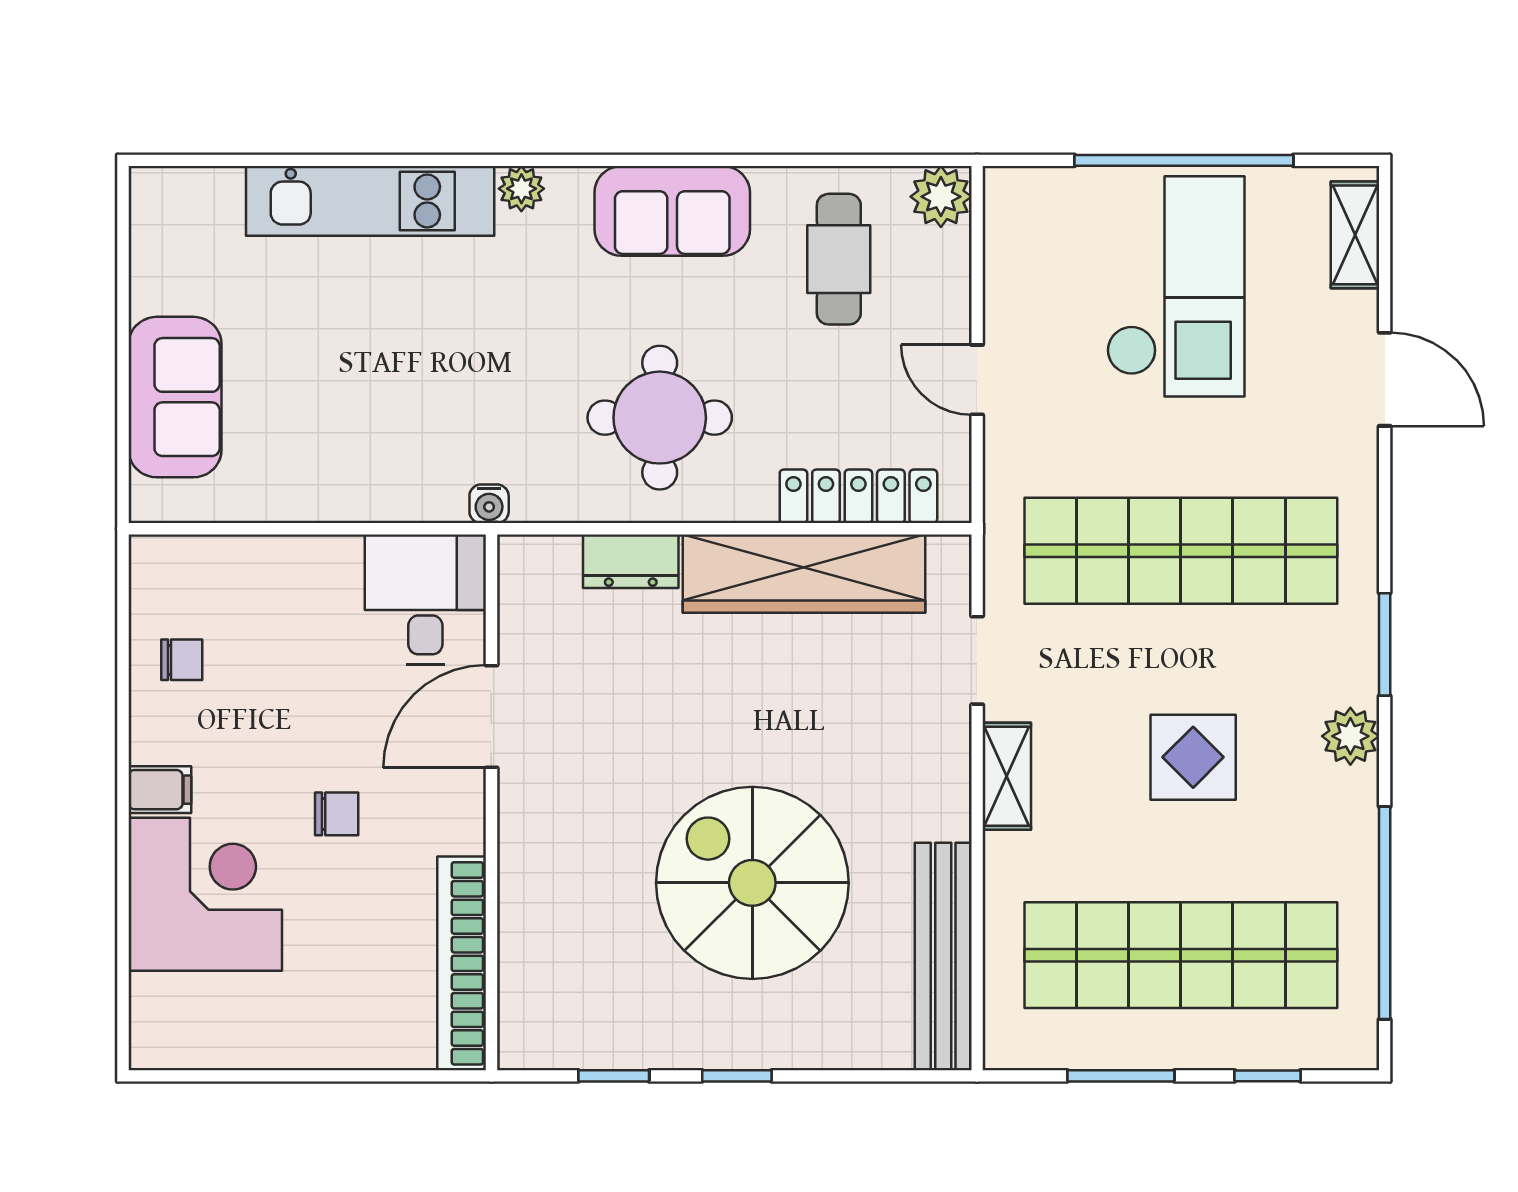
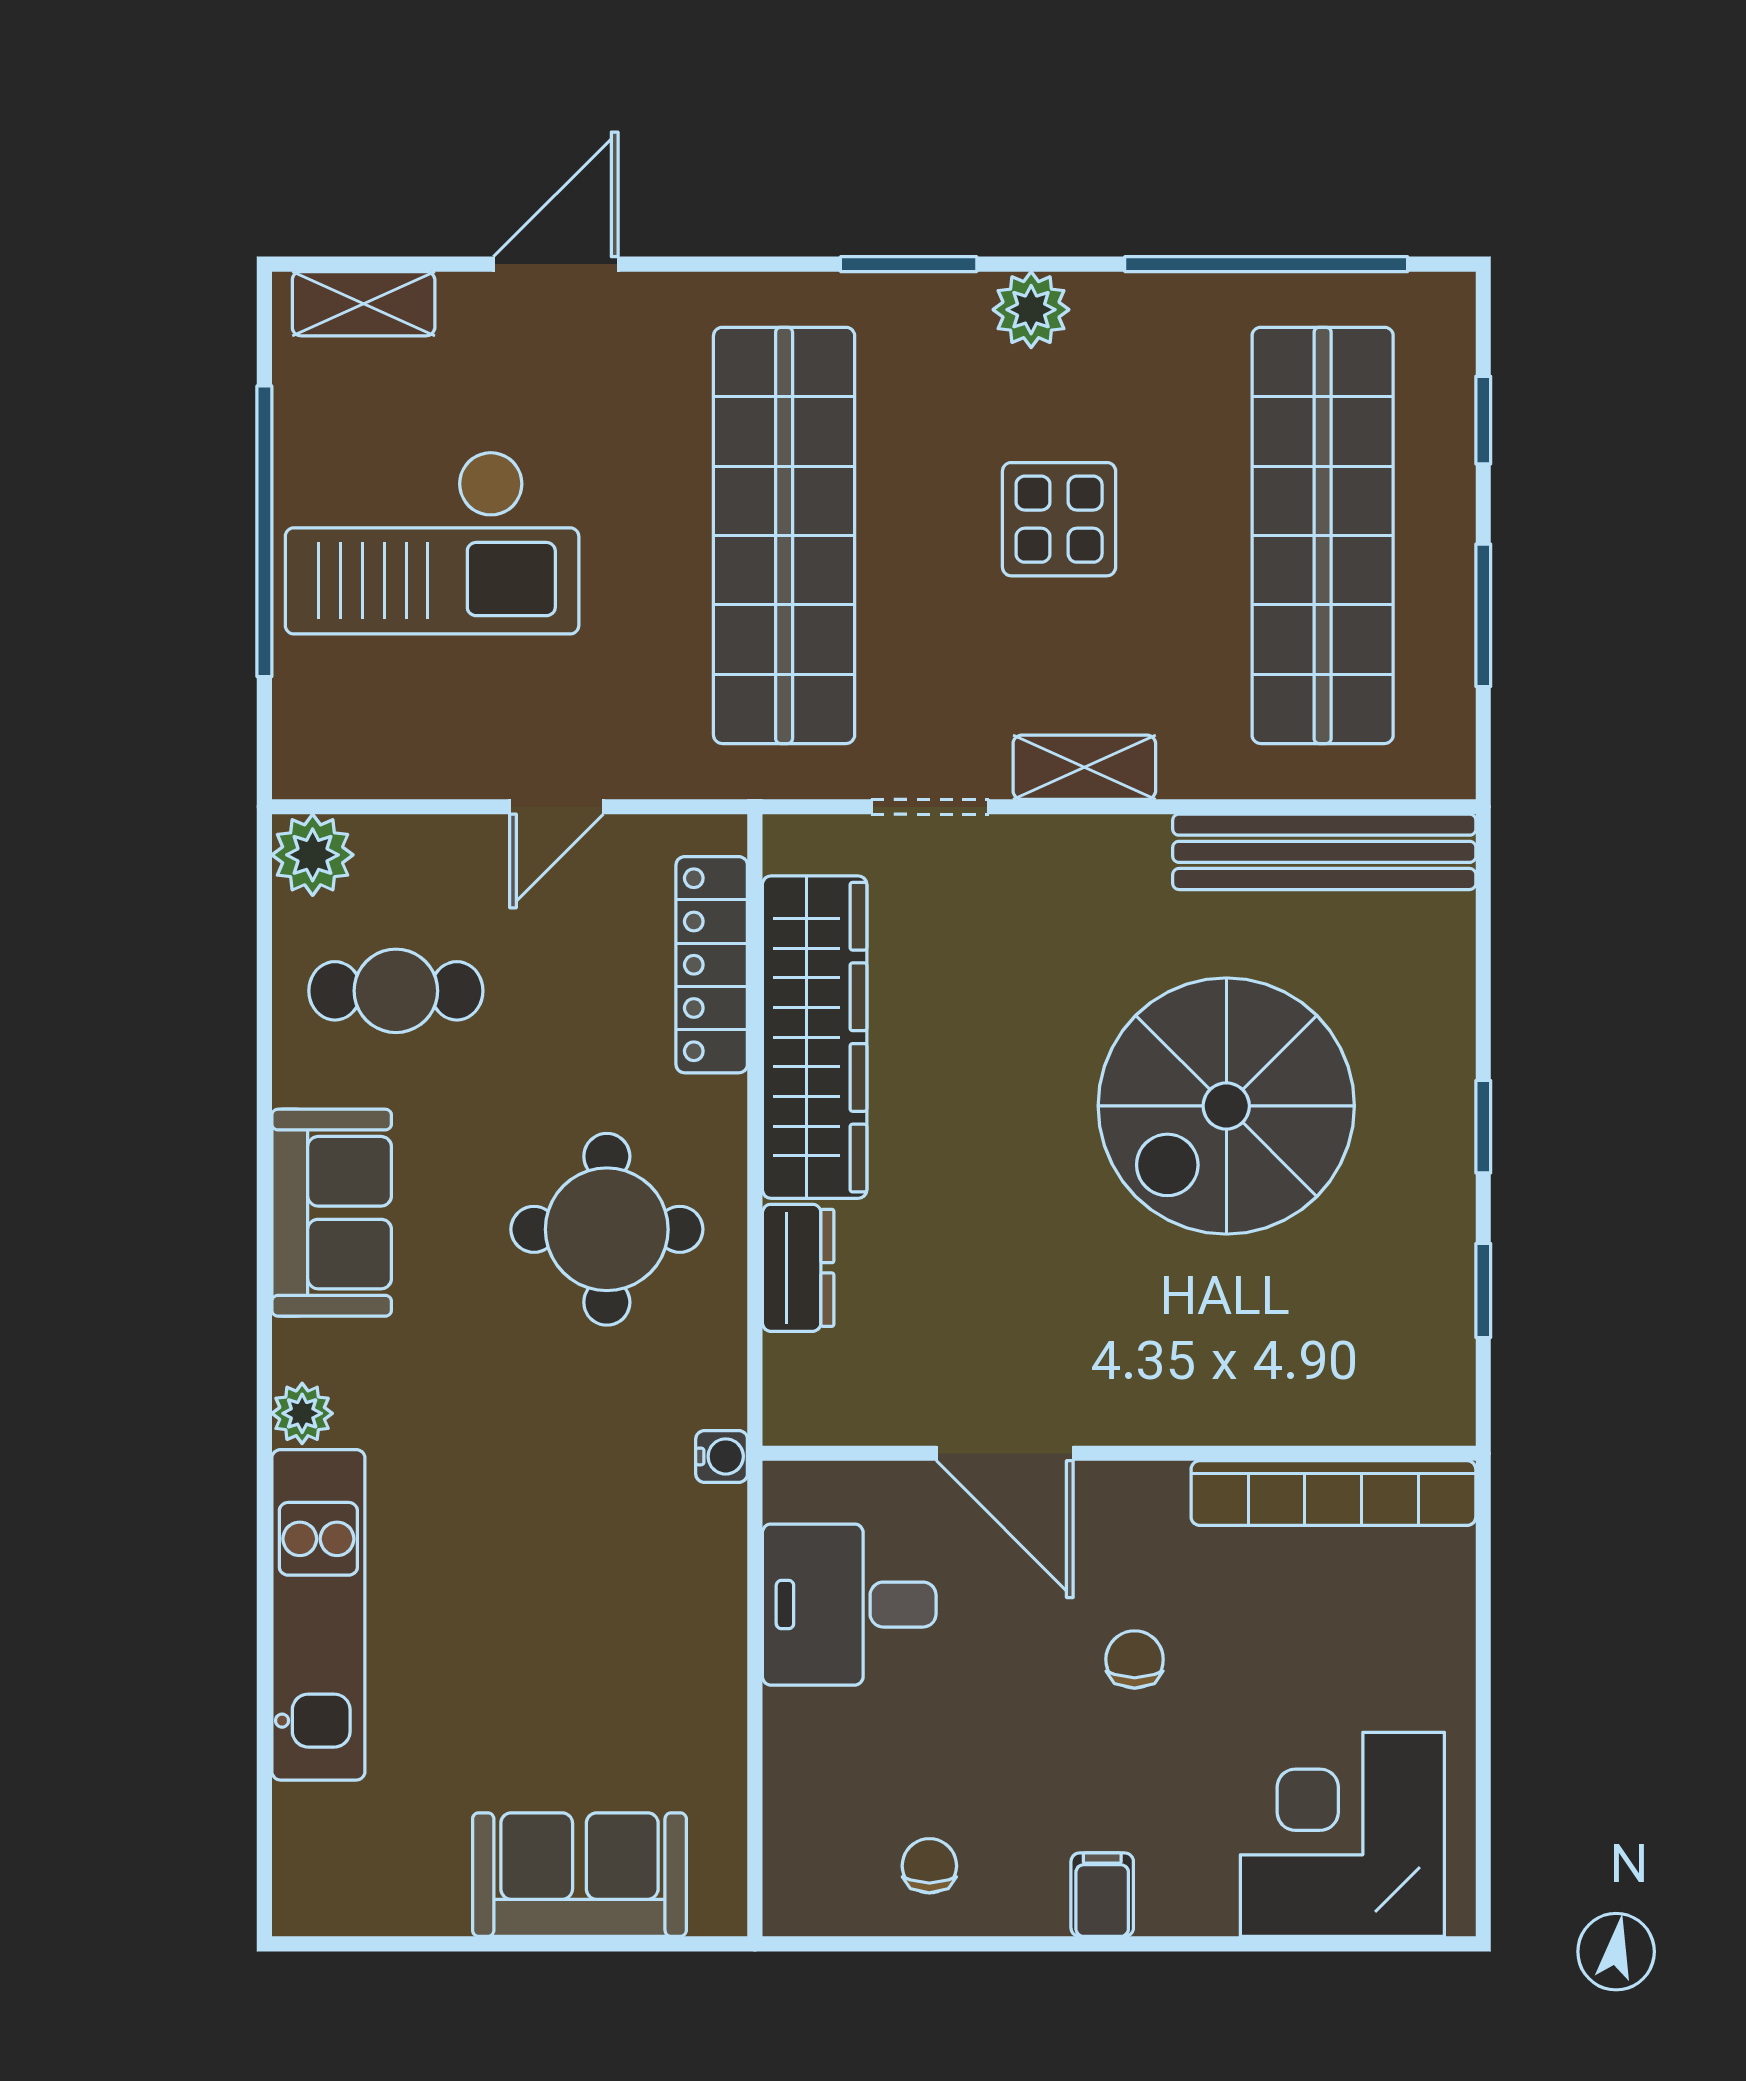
checkout: (1176, 286) -> (432, 542), turned 180
desk: (425, 600) -> (849, 1605), moved
corner desk: (205, 894) -> (1342, 1834), moved

